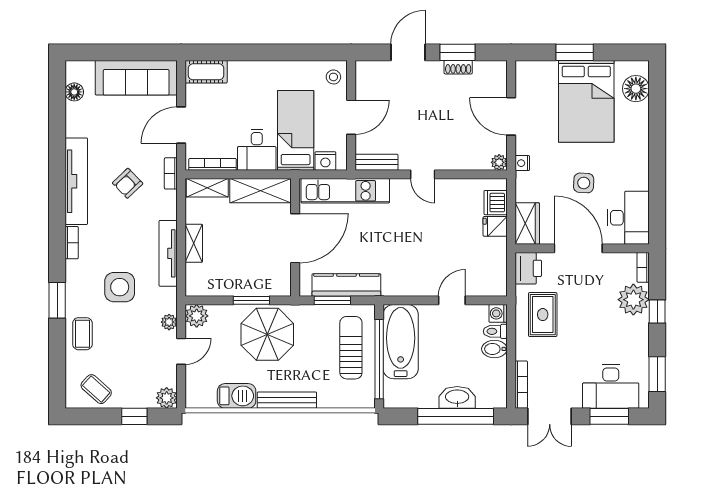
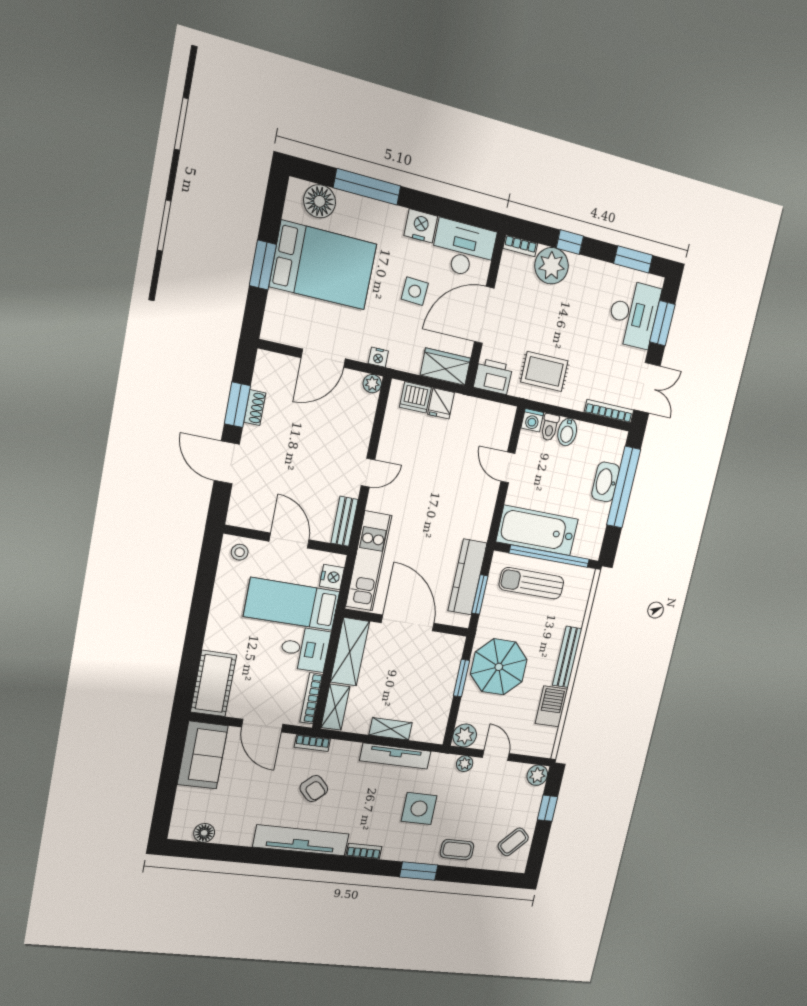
cot: (206, 72) -> (214, 683), width x1.37, depth x1.34
sofa: (136, 78) -> (203, 755), width x0.73
window: (657, 125) -> (367, 187), added
nightstand: (638, 177) -> (421, 226), added

